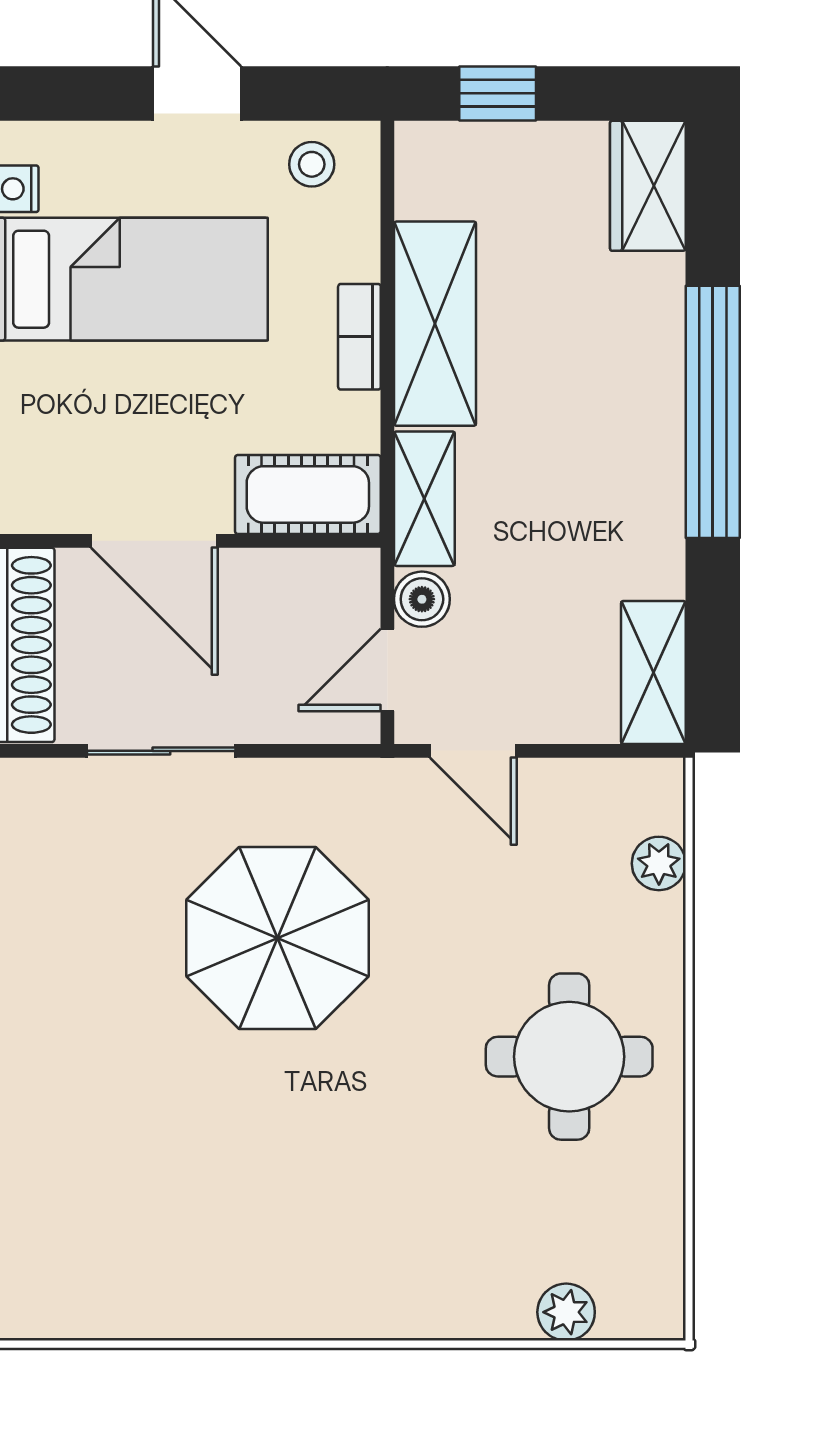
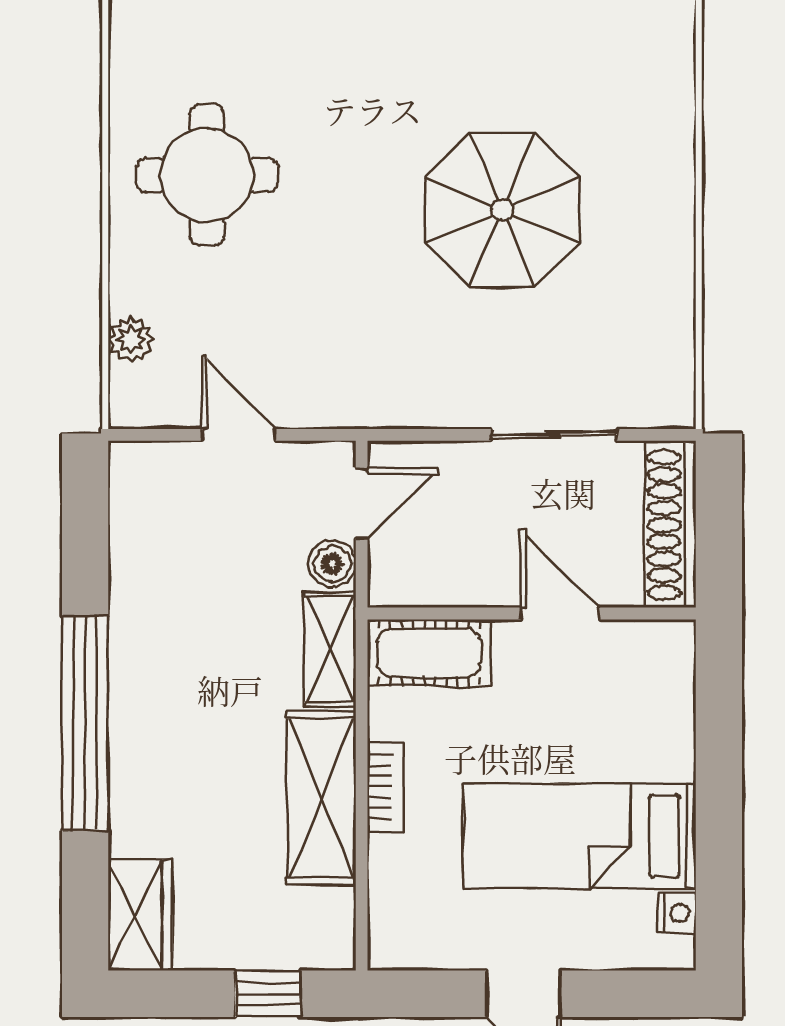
stool: (312, 164) -> (426, 934), removed
door: (154, 541) -> (560, 613), width x0.73
shelving: (653, 673) -> (136, 502), removed
door: (473, 751) -> (239, 435), moved
parasol: (277, 938) -> (502, 210), moved

